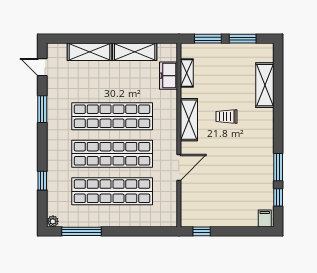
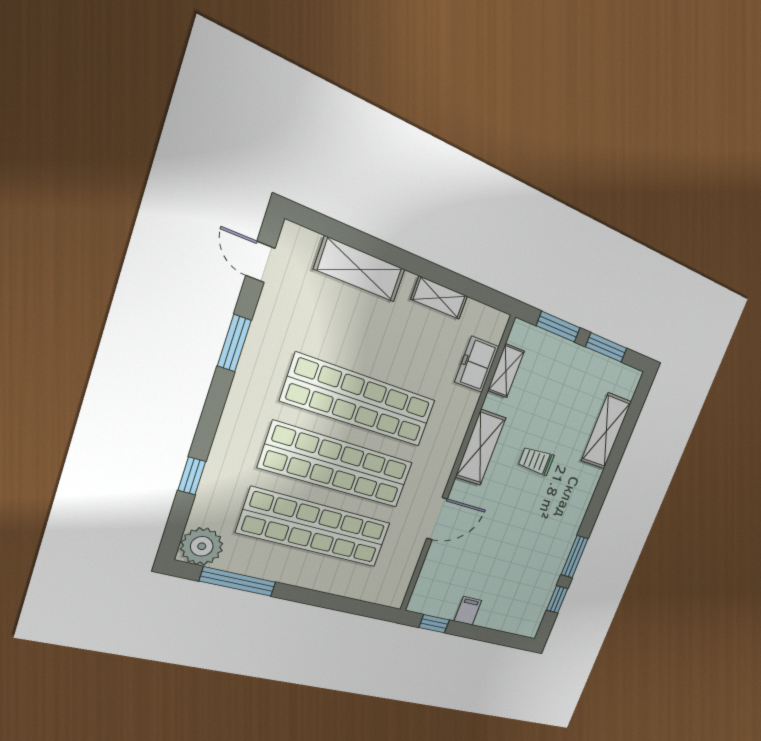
shelving: (135, 52) -> (439, 298), width x0.67, depth x0.75
filing cabinet: (265, 218) -> (468, 611), moved
plant: (53, 221) -> (202, 546), width x1.88, depth x1.88

